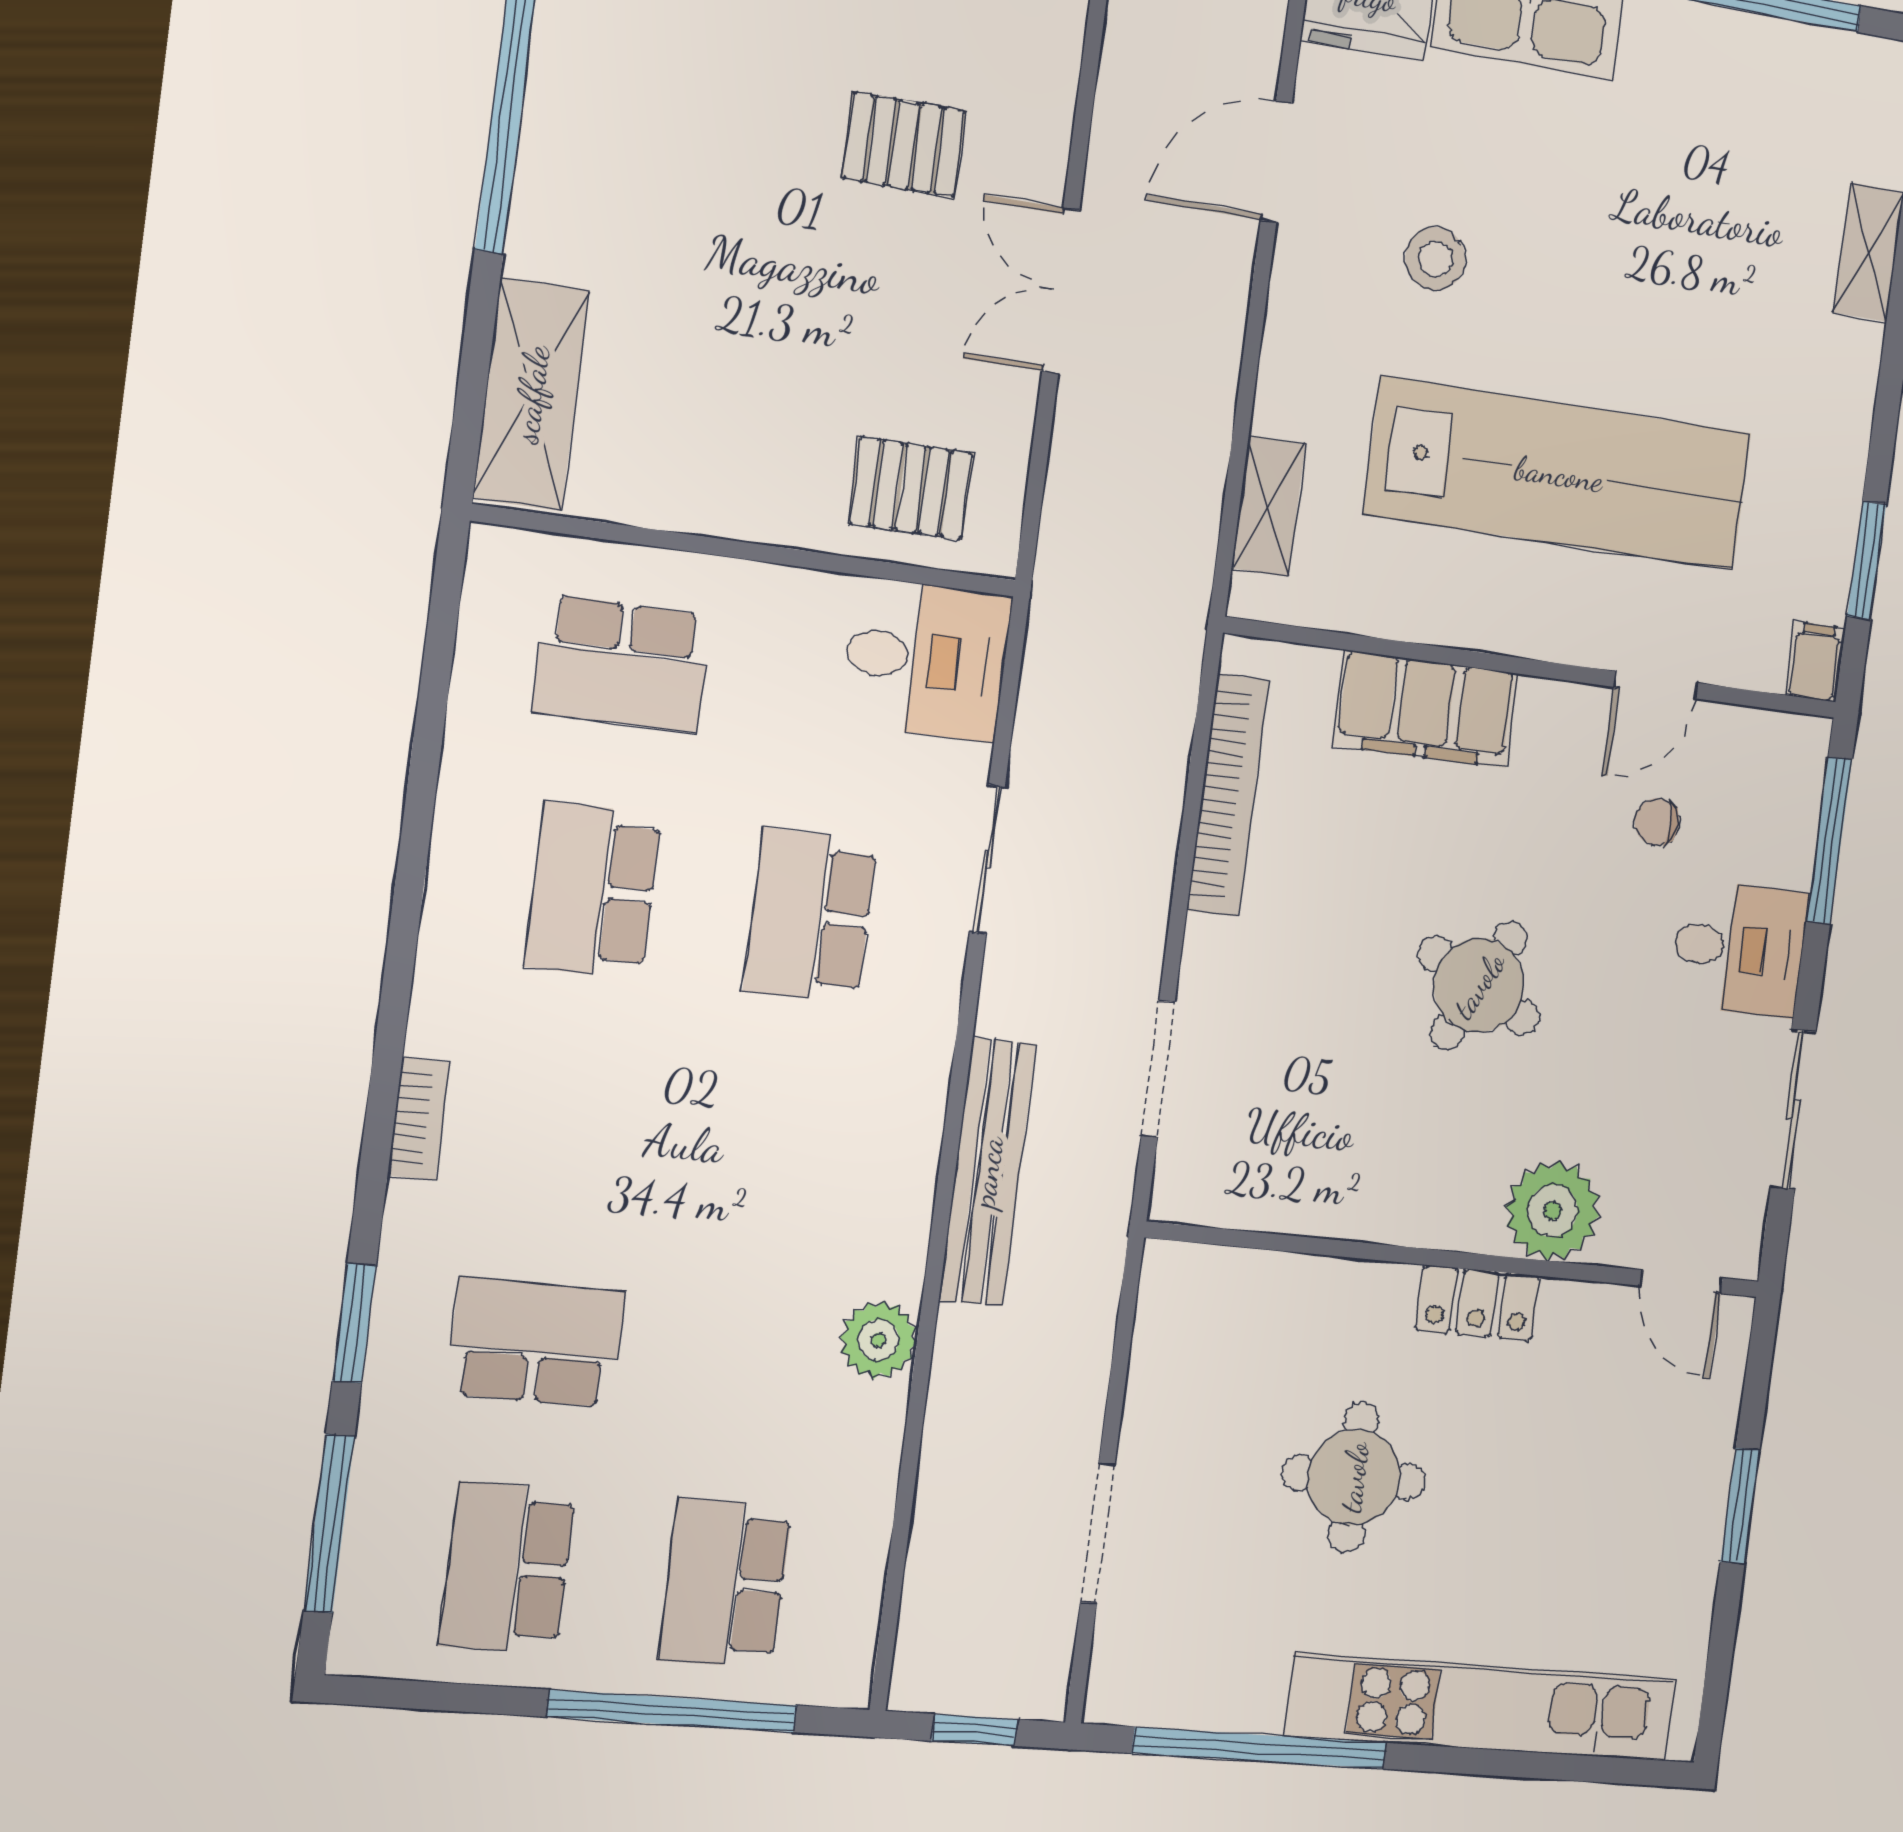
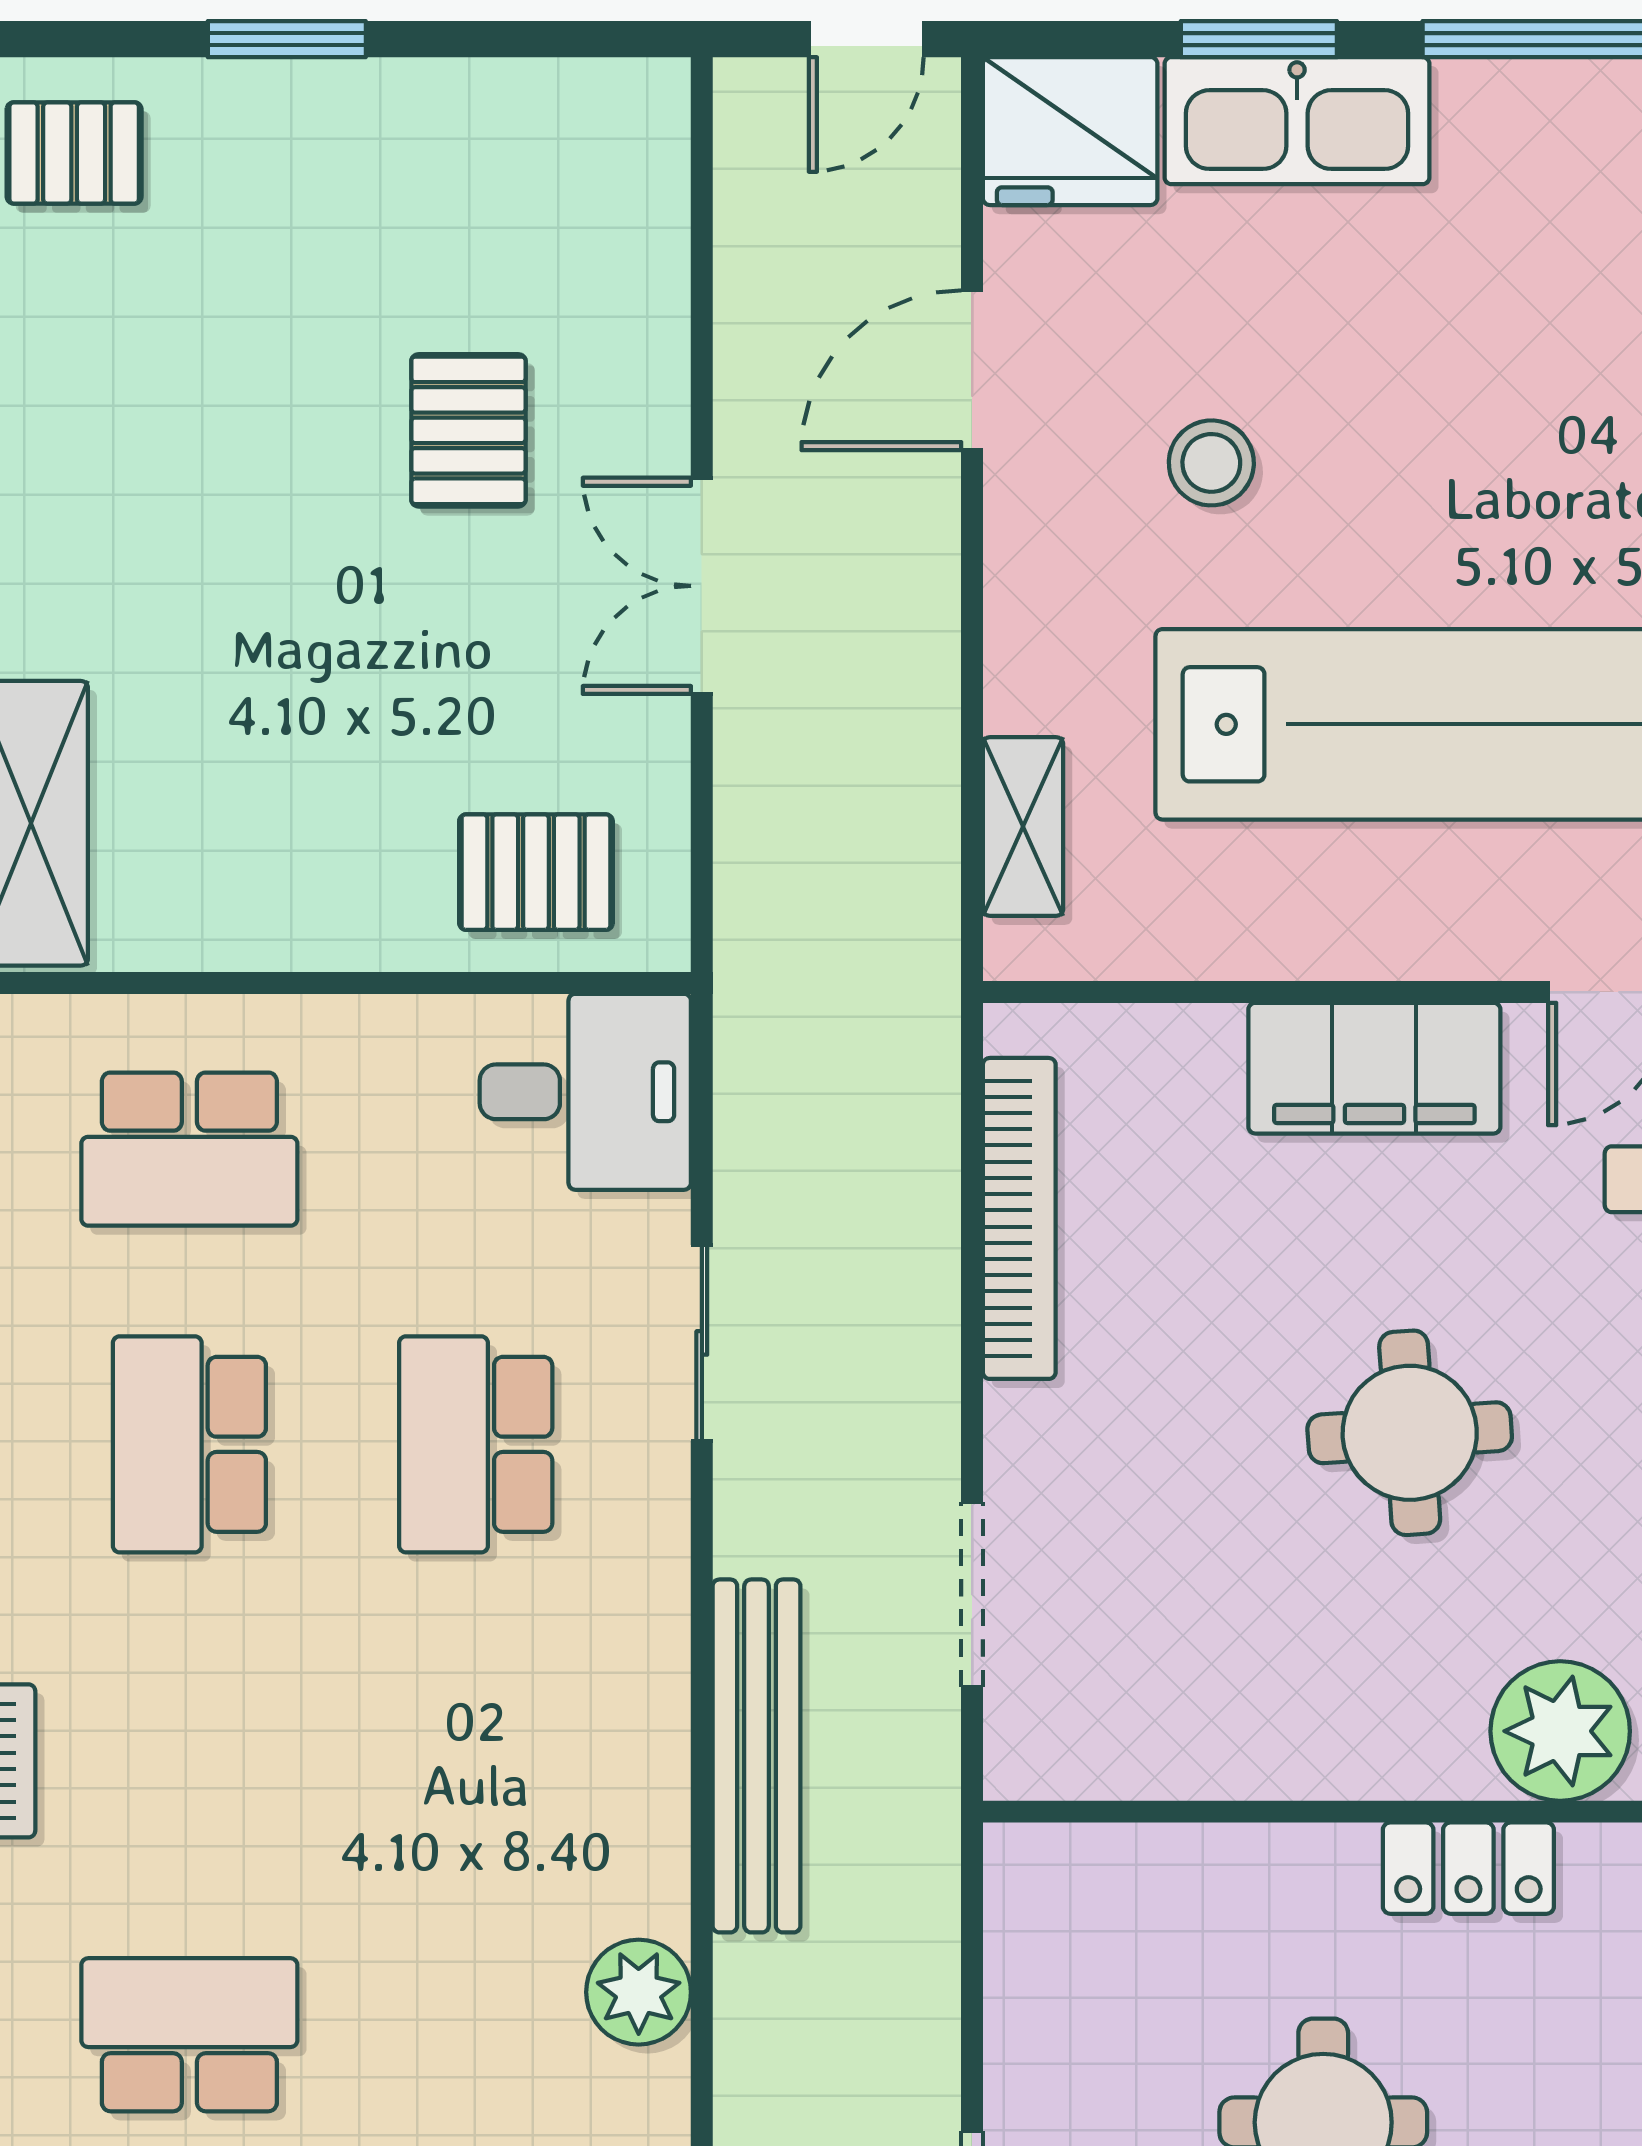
pallet: (904, 144) -> (468, 430), turned 90
filing cabinet: (1426, 709) -> (1374, 1068), moved
round table: (1479, 985) -> (1410, 1433), turned -32

